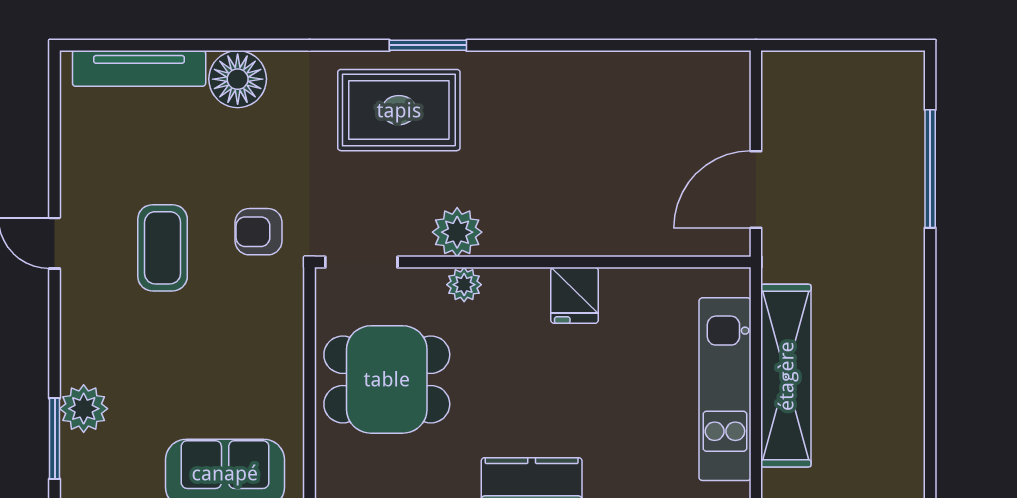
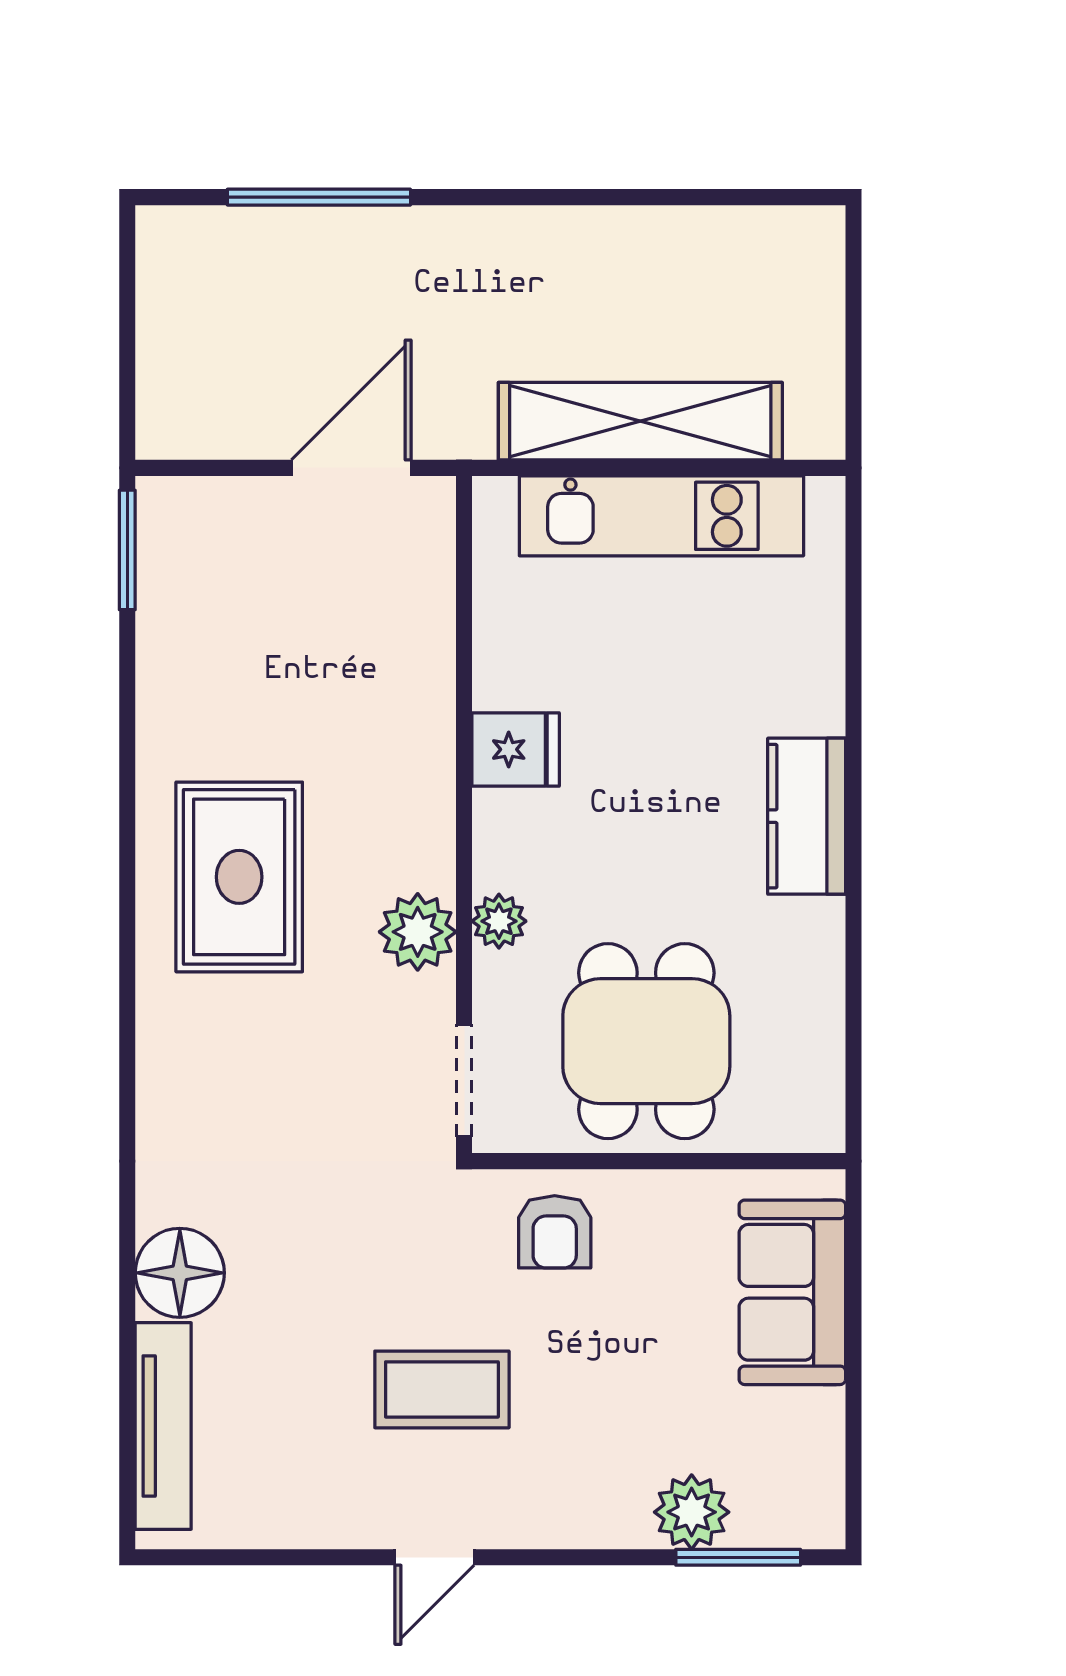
window: (428, 45) -> (127, 550), moved
rug: (399, 110) -> (239, 877), moved
door: (756, 189) -> (351, 468), swing flipped
armchair: (259, 232) -> (555, 1232), moved

